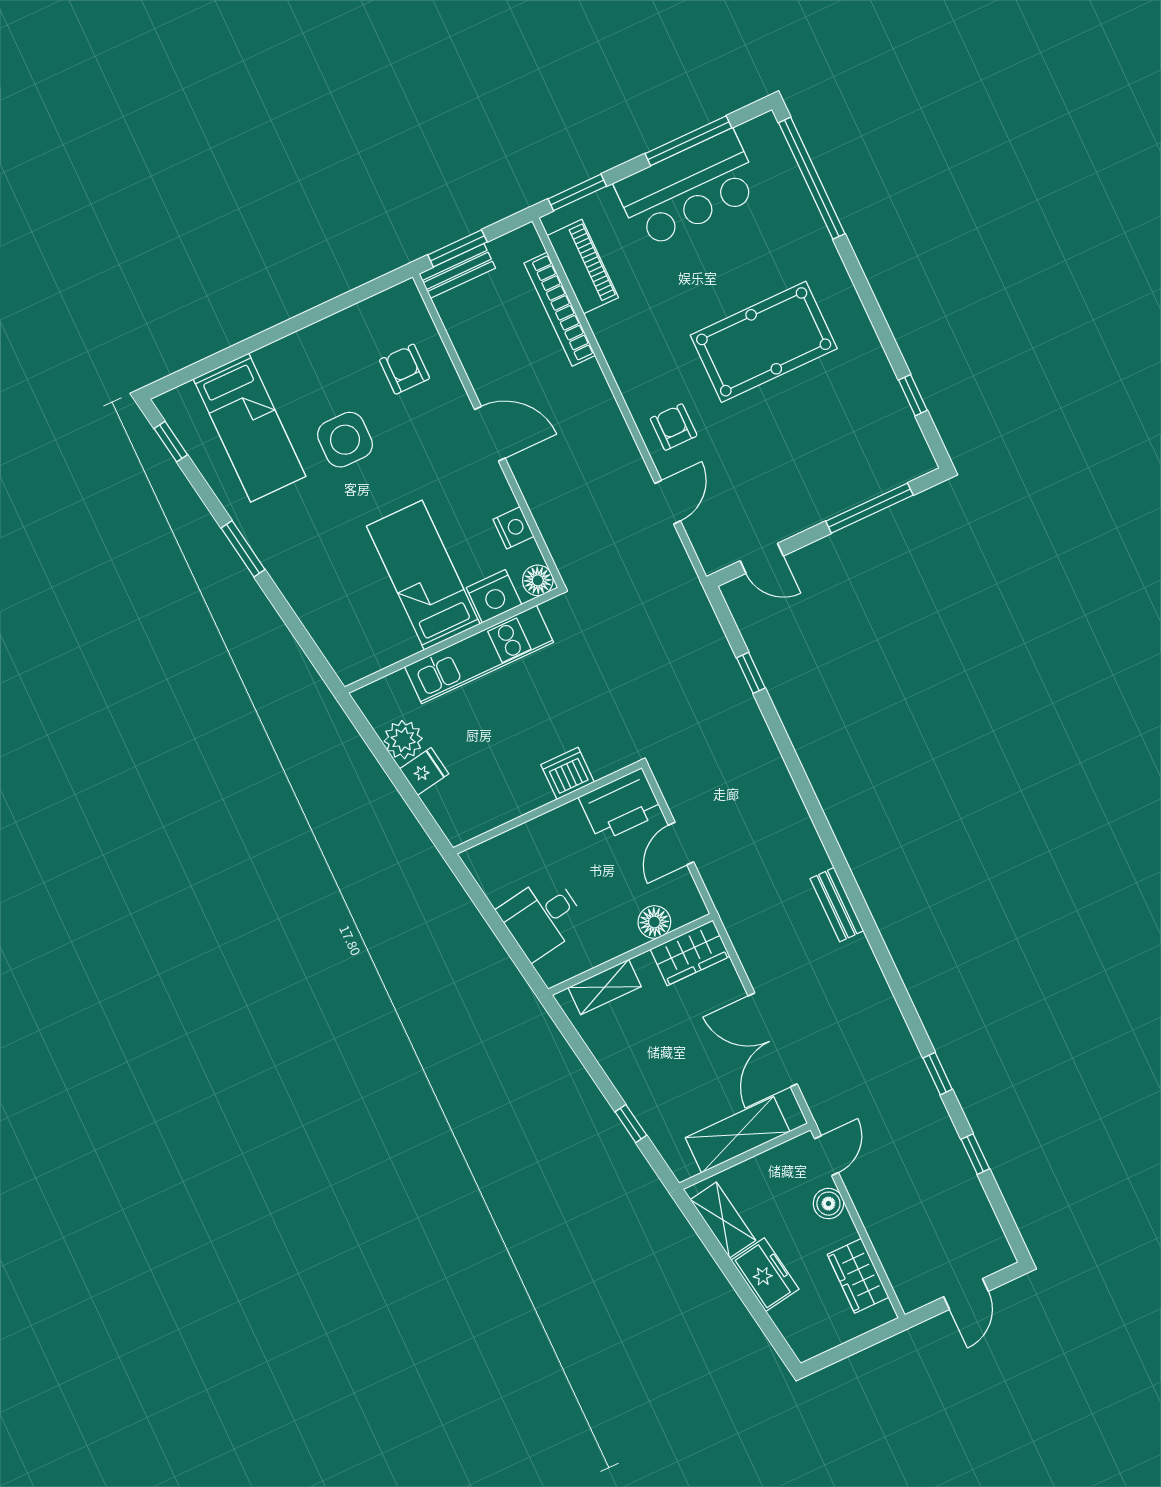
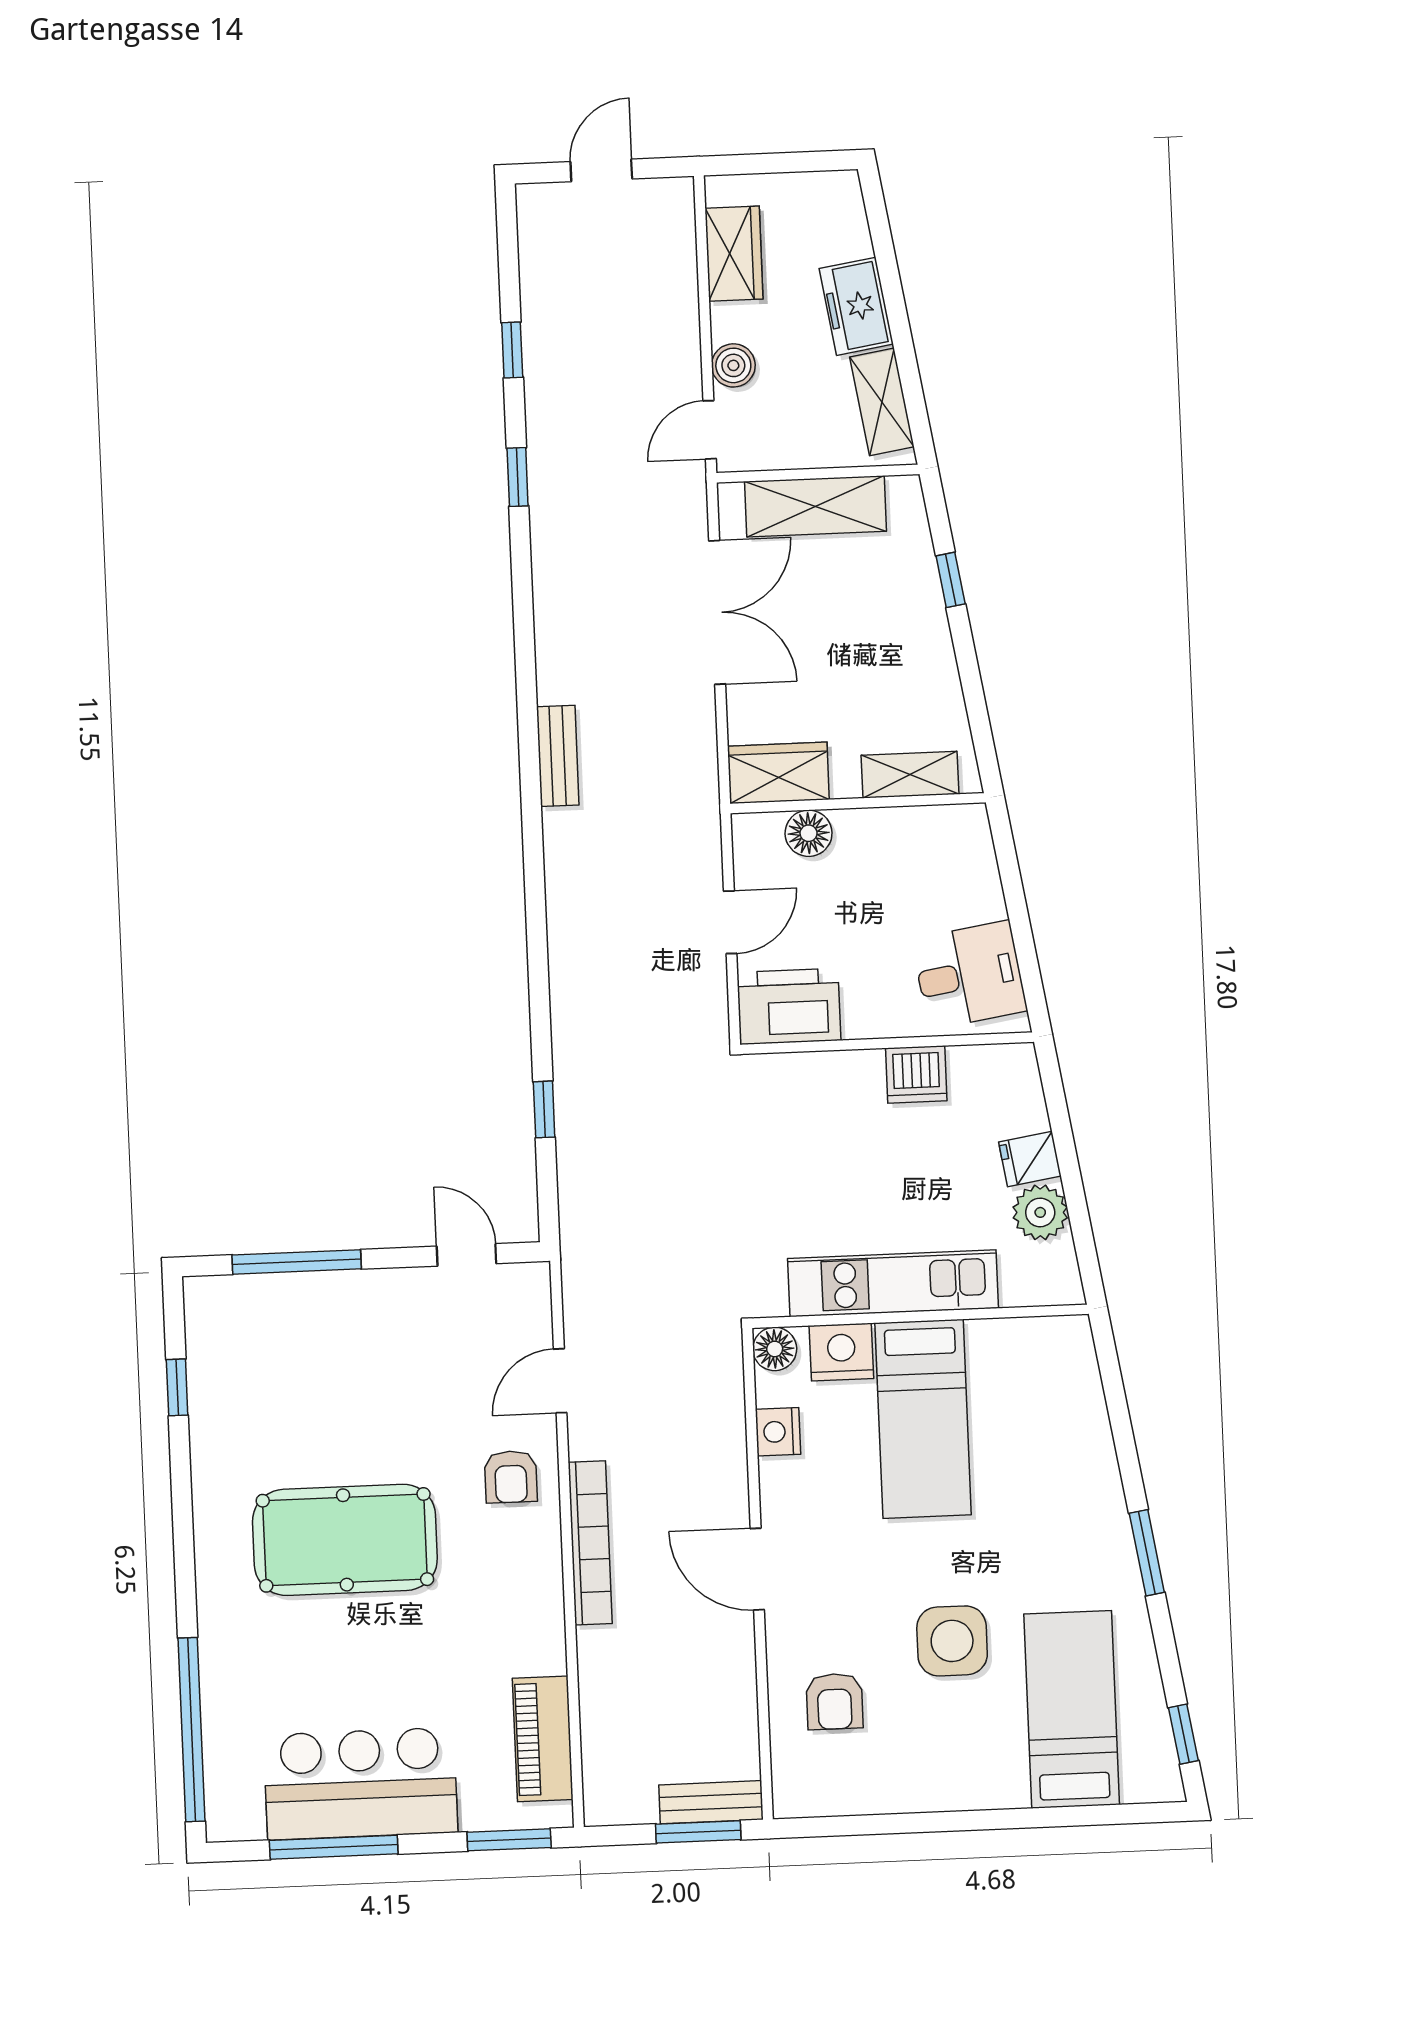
bookcase: (560, 309) -> (590, 1543), moved
dishwasher: (568, 773) -> (916, 1074), moved
desk: (542, 917) -> (969, 975), moved

